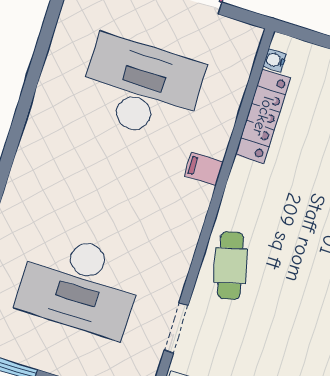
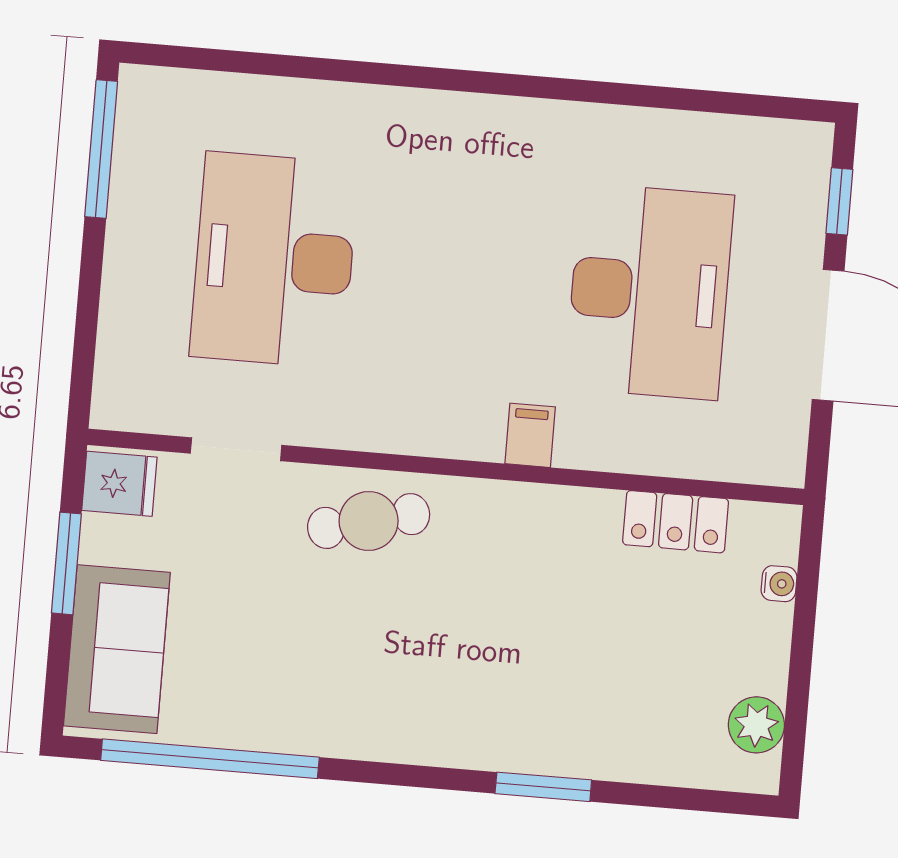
water cooler: (275, 60) -> (779, 584), moved, turned 90
locker: (263, 116) -> (676, 522), width x0.66

